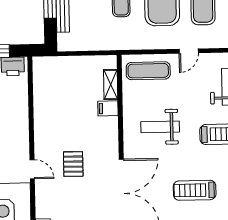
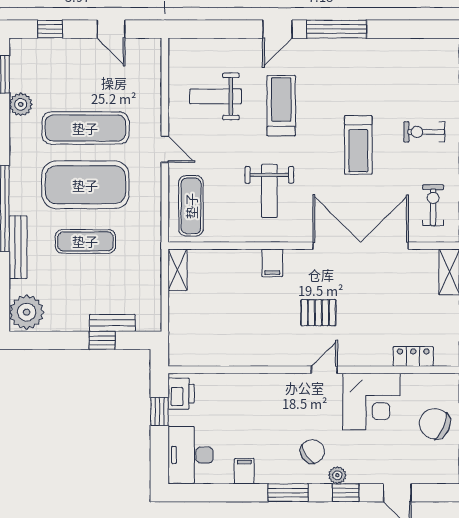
shelving: (111, 85) -> (178, 270), moved, turned 90
filing cabinet: (108, 108) -> (272, 263), moved

